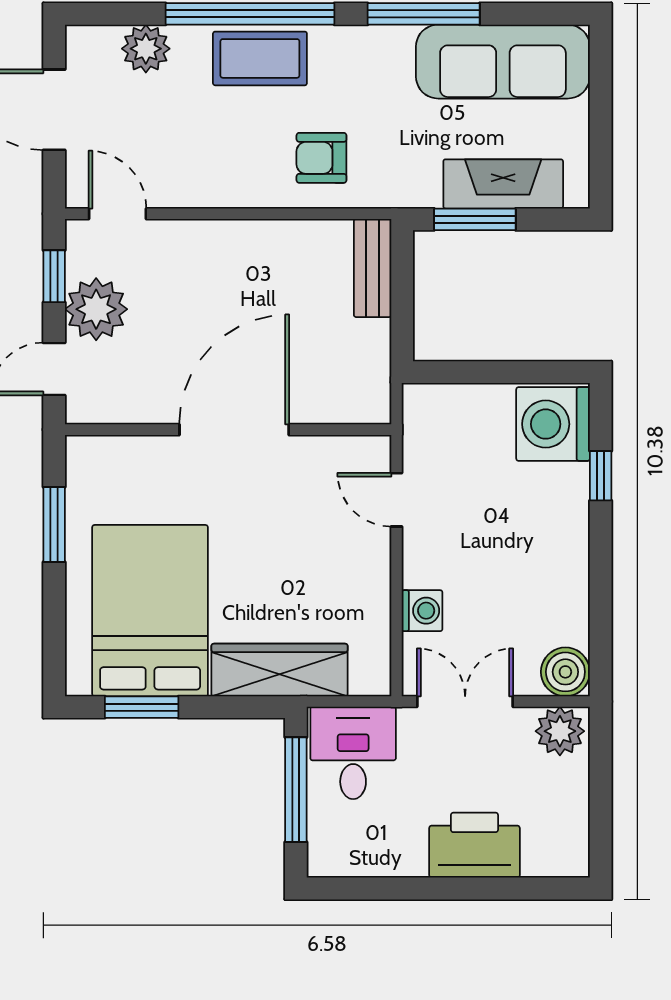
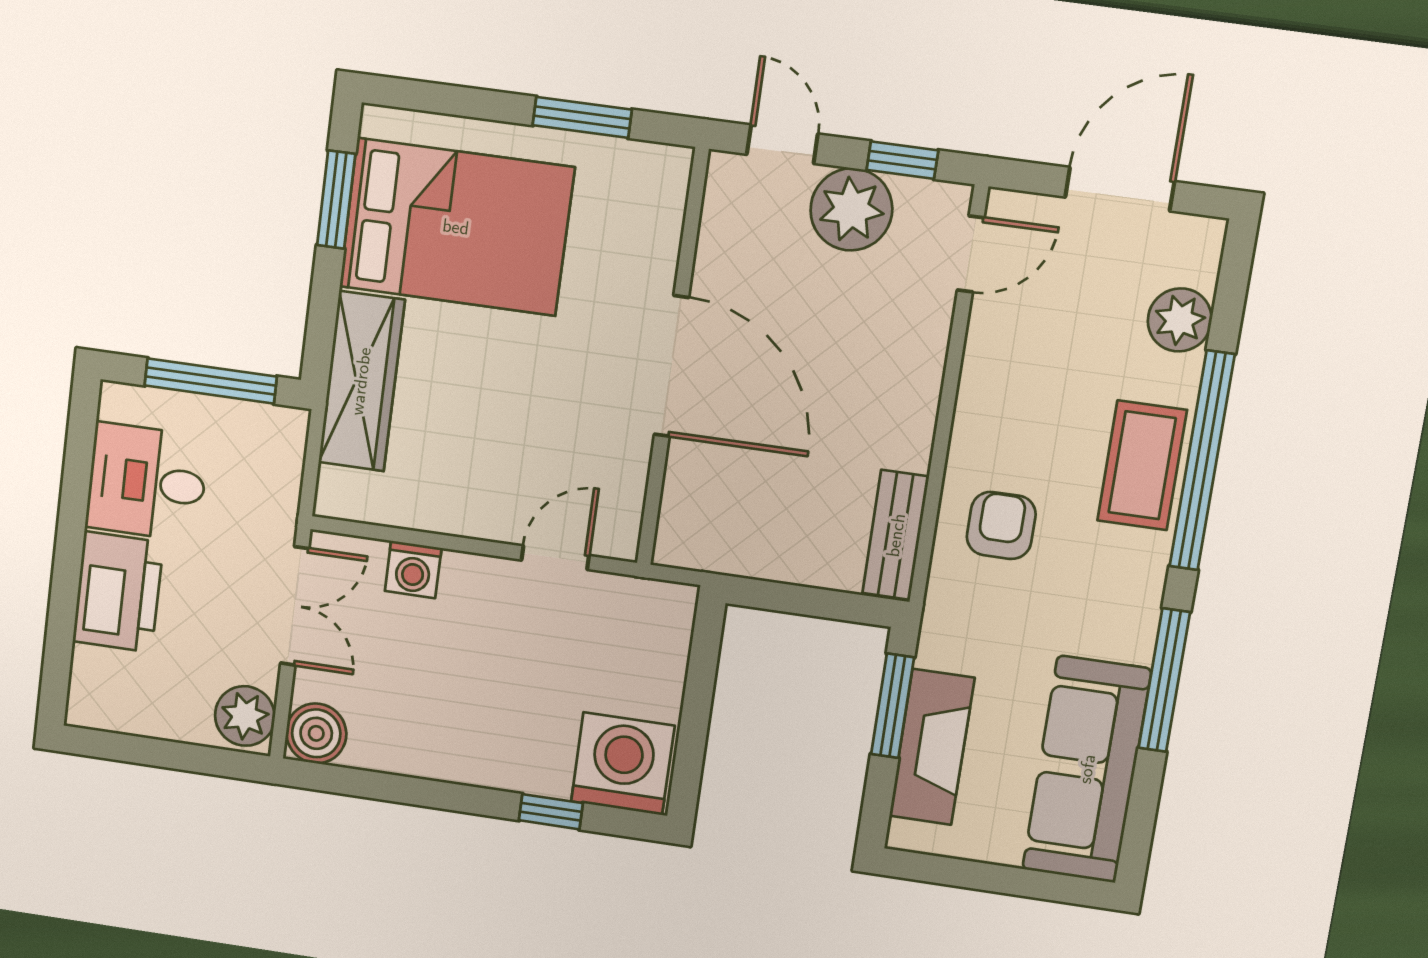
bench: (373, 268) -> (896, 535), moved, turned 90
desk: (353, 753) -> (147, 482), moved, turned 180

